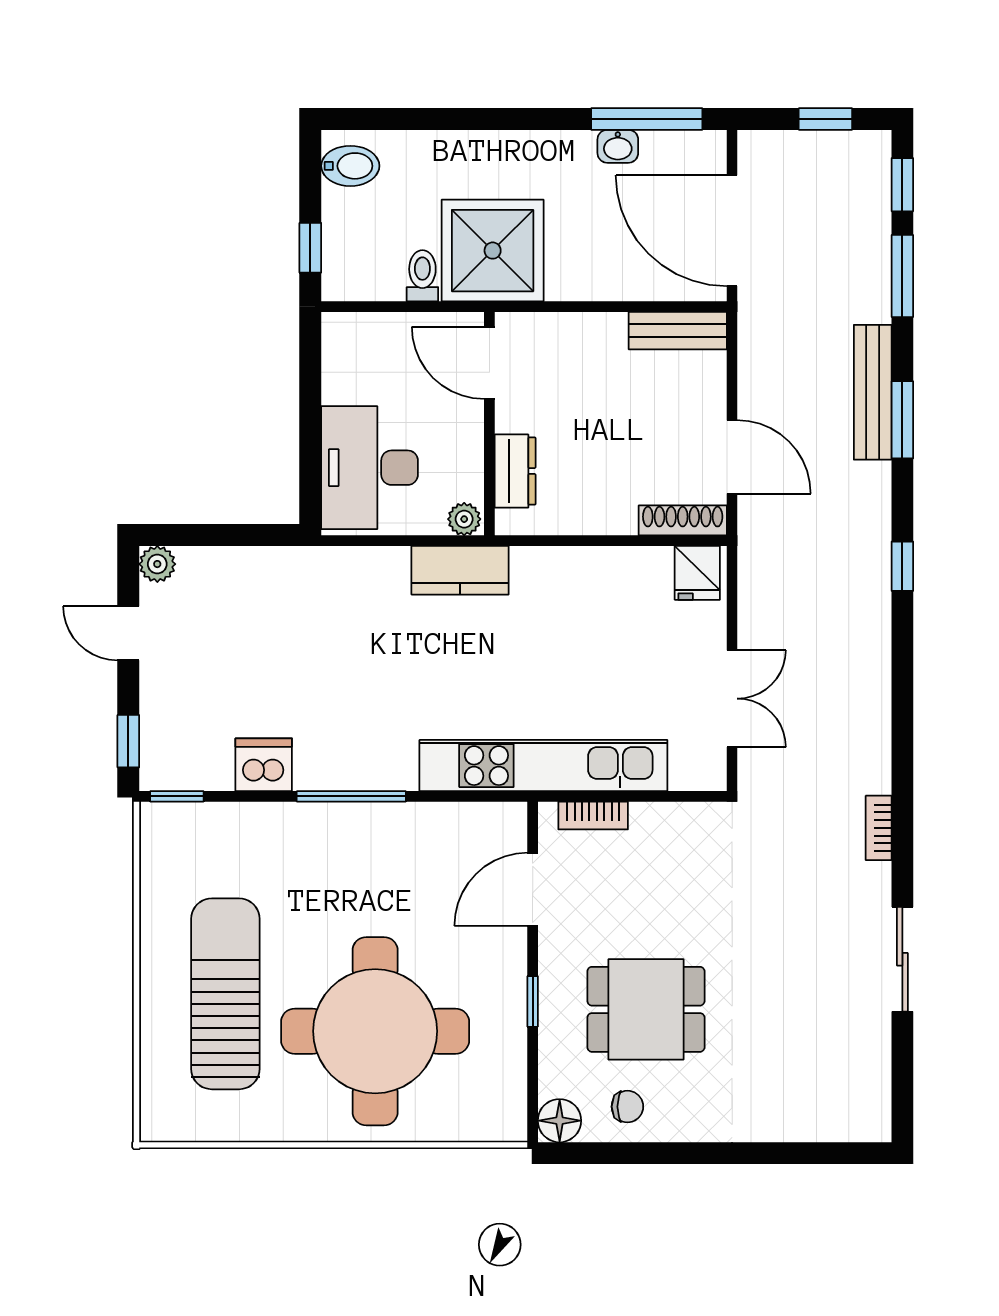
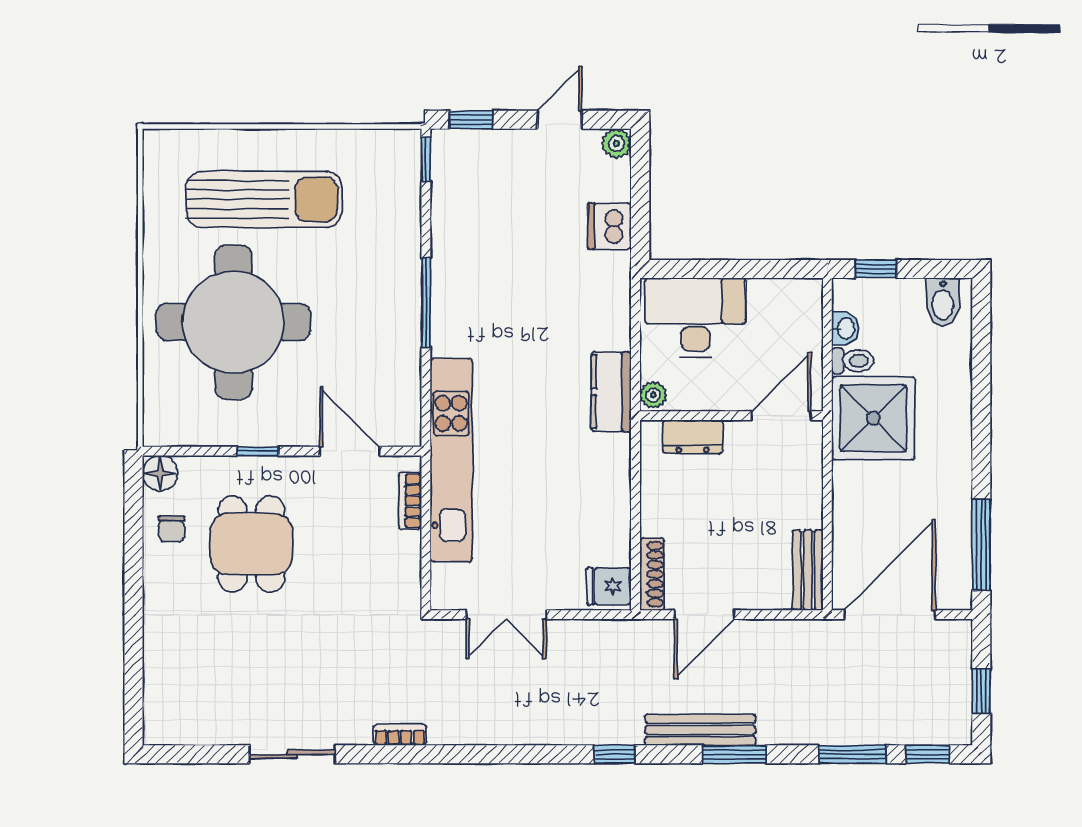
washbasin: (618, 146) -> (845, 328), moved, turned 180
bench: (873, 392) -> (700, 730), moved
dishwasher: (264, 765) -> (610, 226), moved, turned 180

